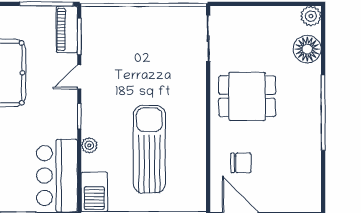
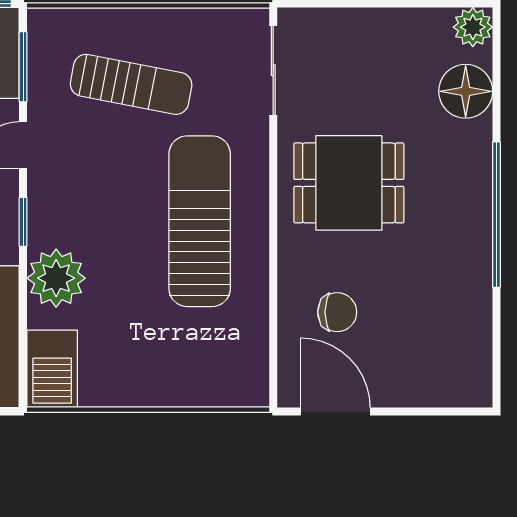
sun lounger: (135, 46) -> (131, 84), added
plant: (89, 145) -> (56, 278), width x1.88, depth x1.88
sun lounger: (149, 149) -> (200, 221), moved

